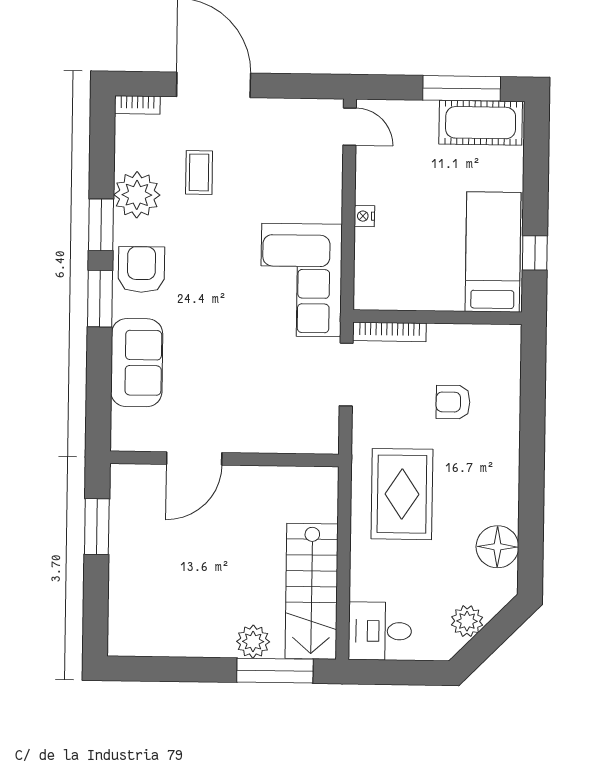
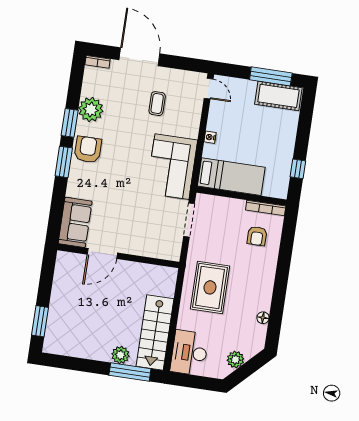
coffee table: (199, 172) -> (157, 104), moved
bed: (493, 252) -> (231, 177), moved, turned 90
bookcase: (389, 332) -> (266, 208), moved
sofa: (137, 363) -> (75, 222), moved
armchair: (453, 402) -> (257, 236), moved, turned -90
window: (97, 527) -> (40, 321), moved
floor lamp: (497, 547) -> (263, 318), width x0.53, depth x0.53
desk: (380, 631) -> (189, 353), width x1.37

